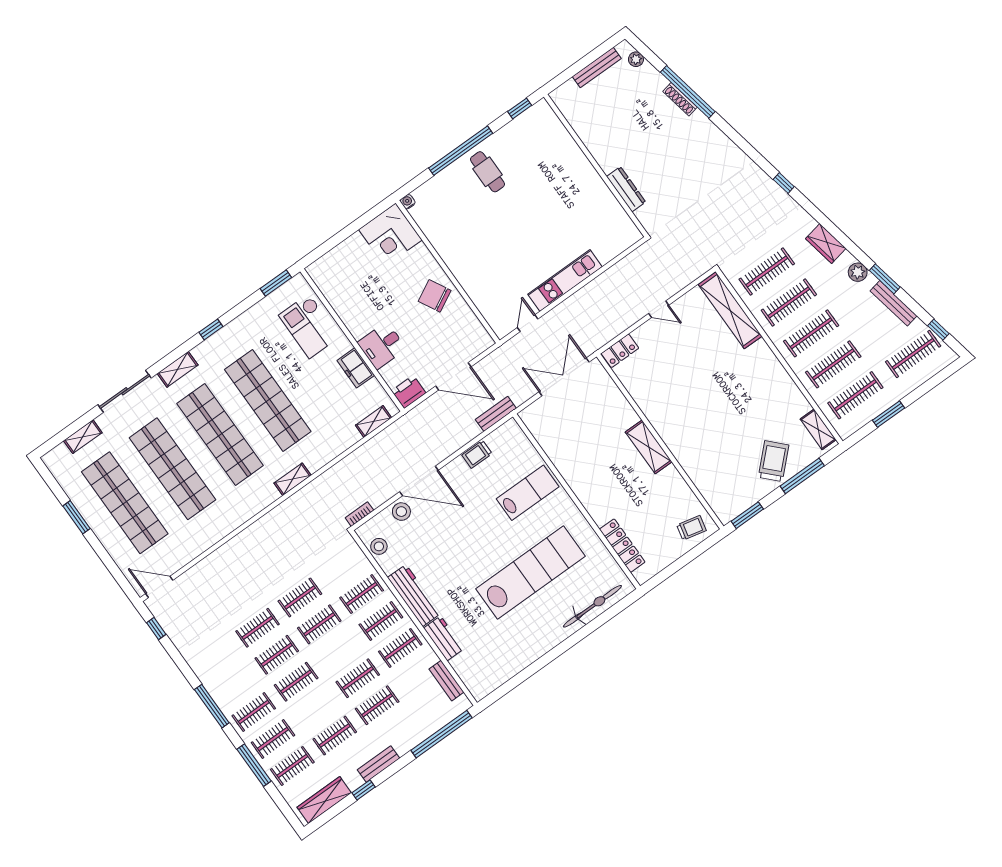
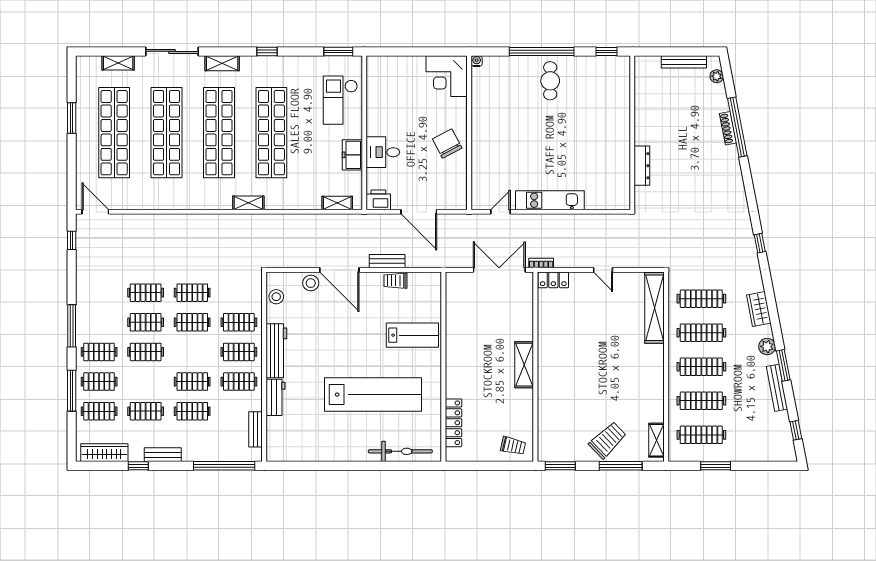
clothes rail: (913, 354) -> (765, 435), removed
bench: (496, 414) -> (387, 261), moved
bookcase: (359, 514) -> (541, 263), moved

